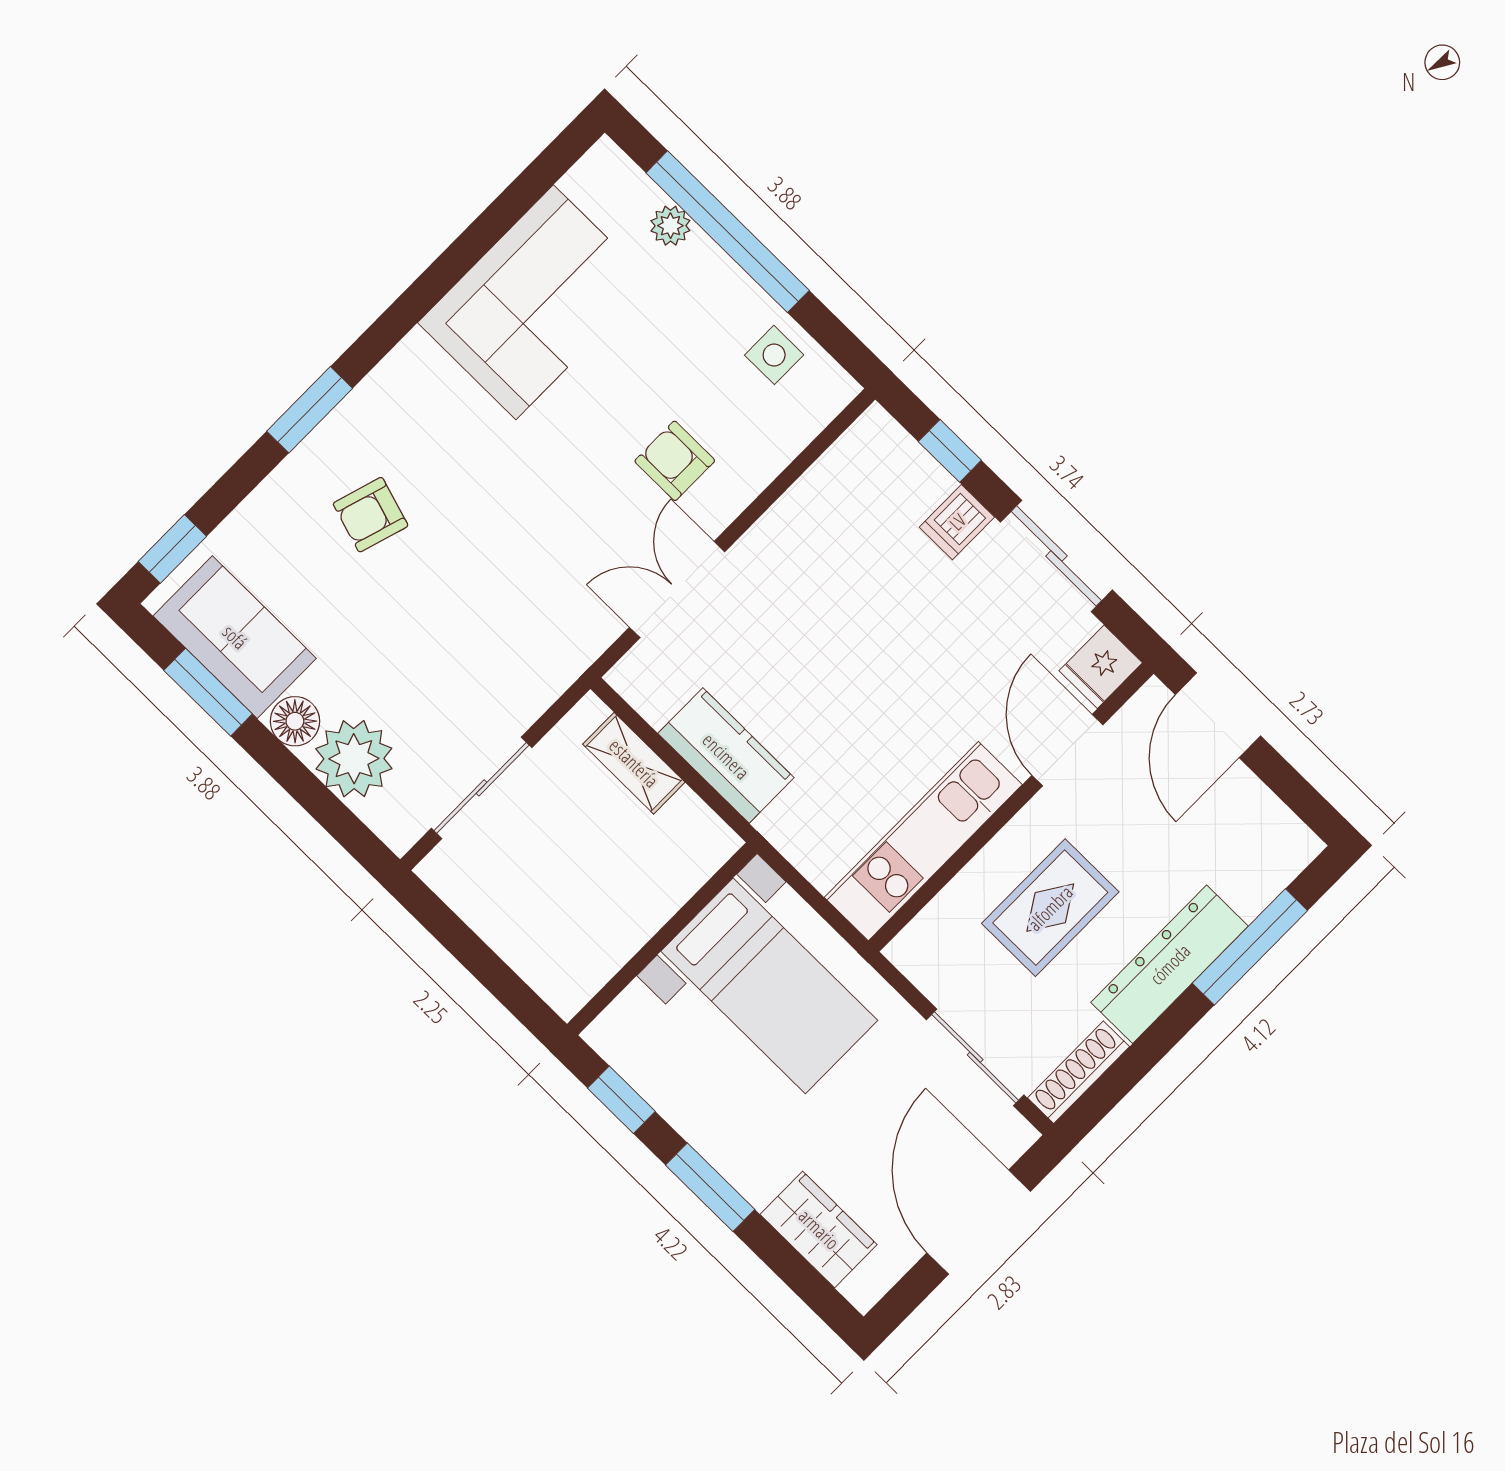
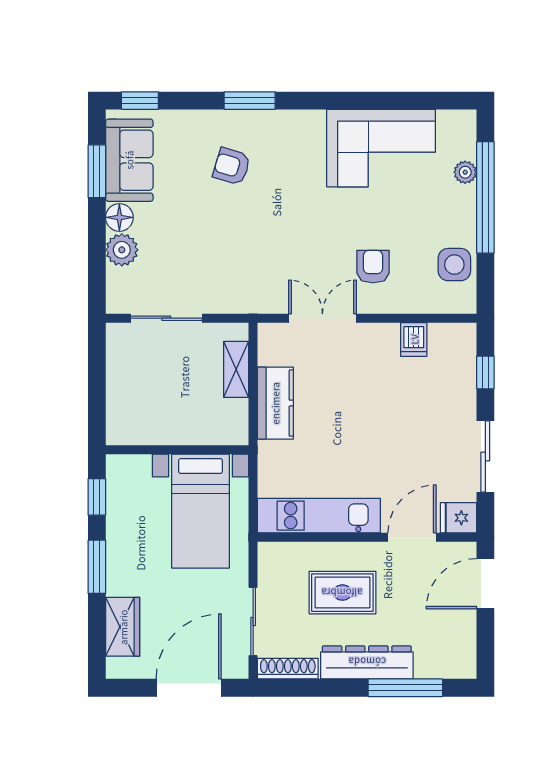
side table: (774, 355) -> (454, 265), width x1.37, depth x1.37
dishwasher: (957, 522) -> (414, 339), moved, turned -90
plant: (354, 759) -> (122, 250), width x0.73, depth x0.73

